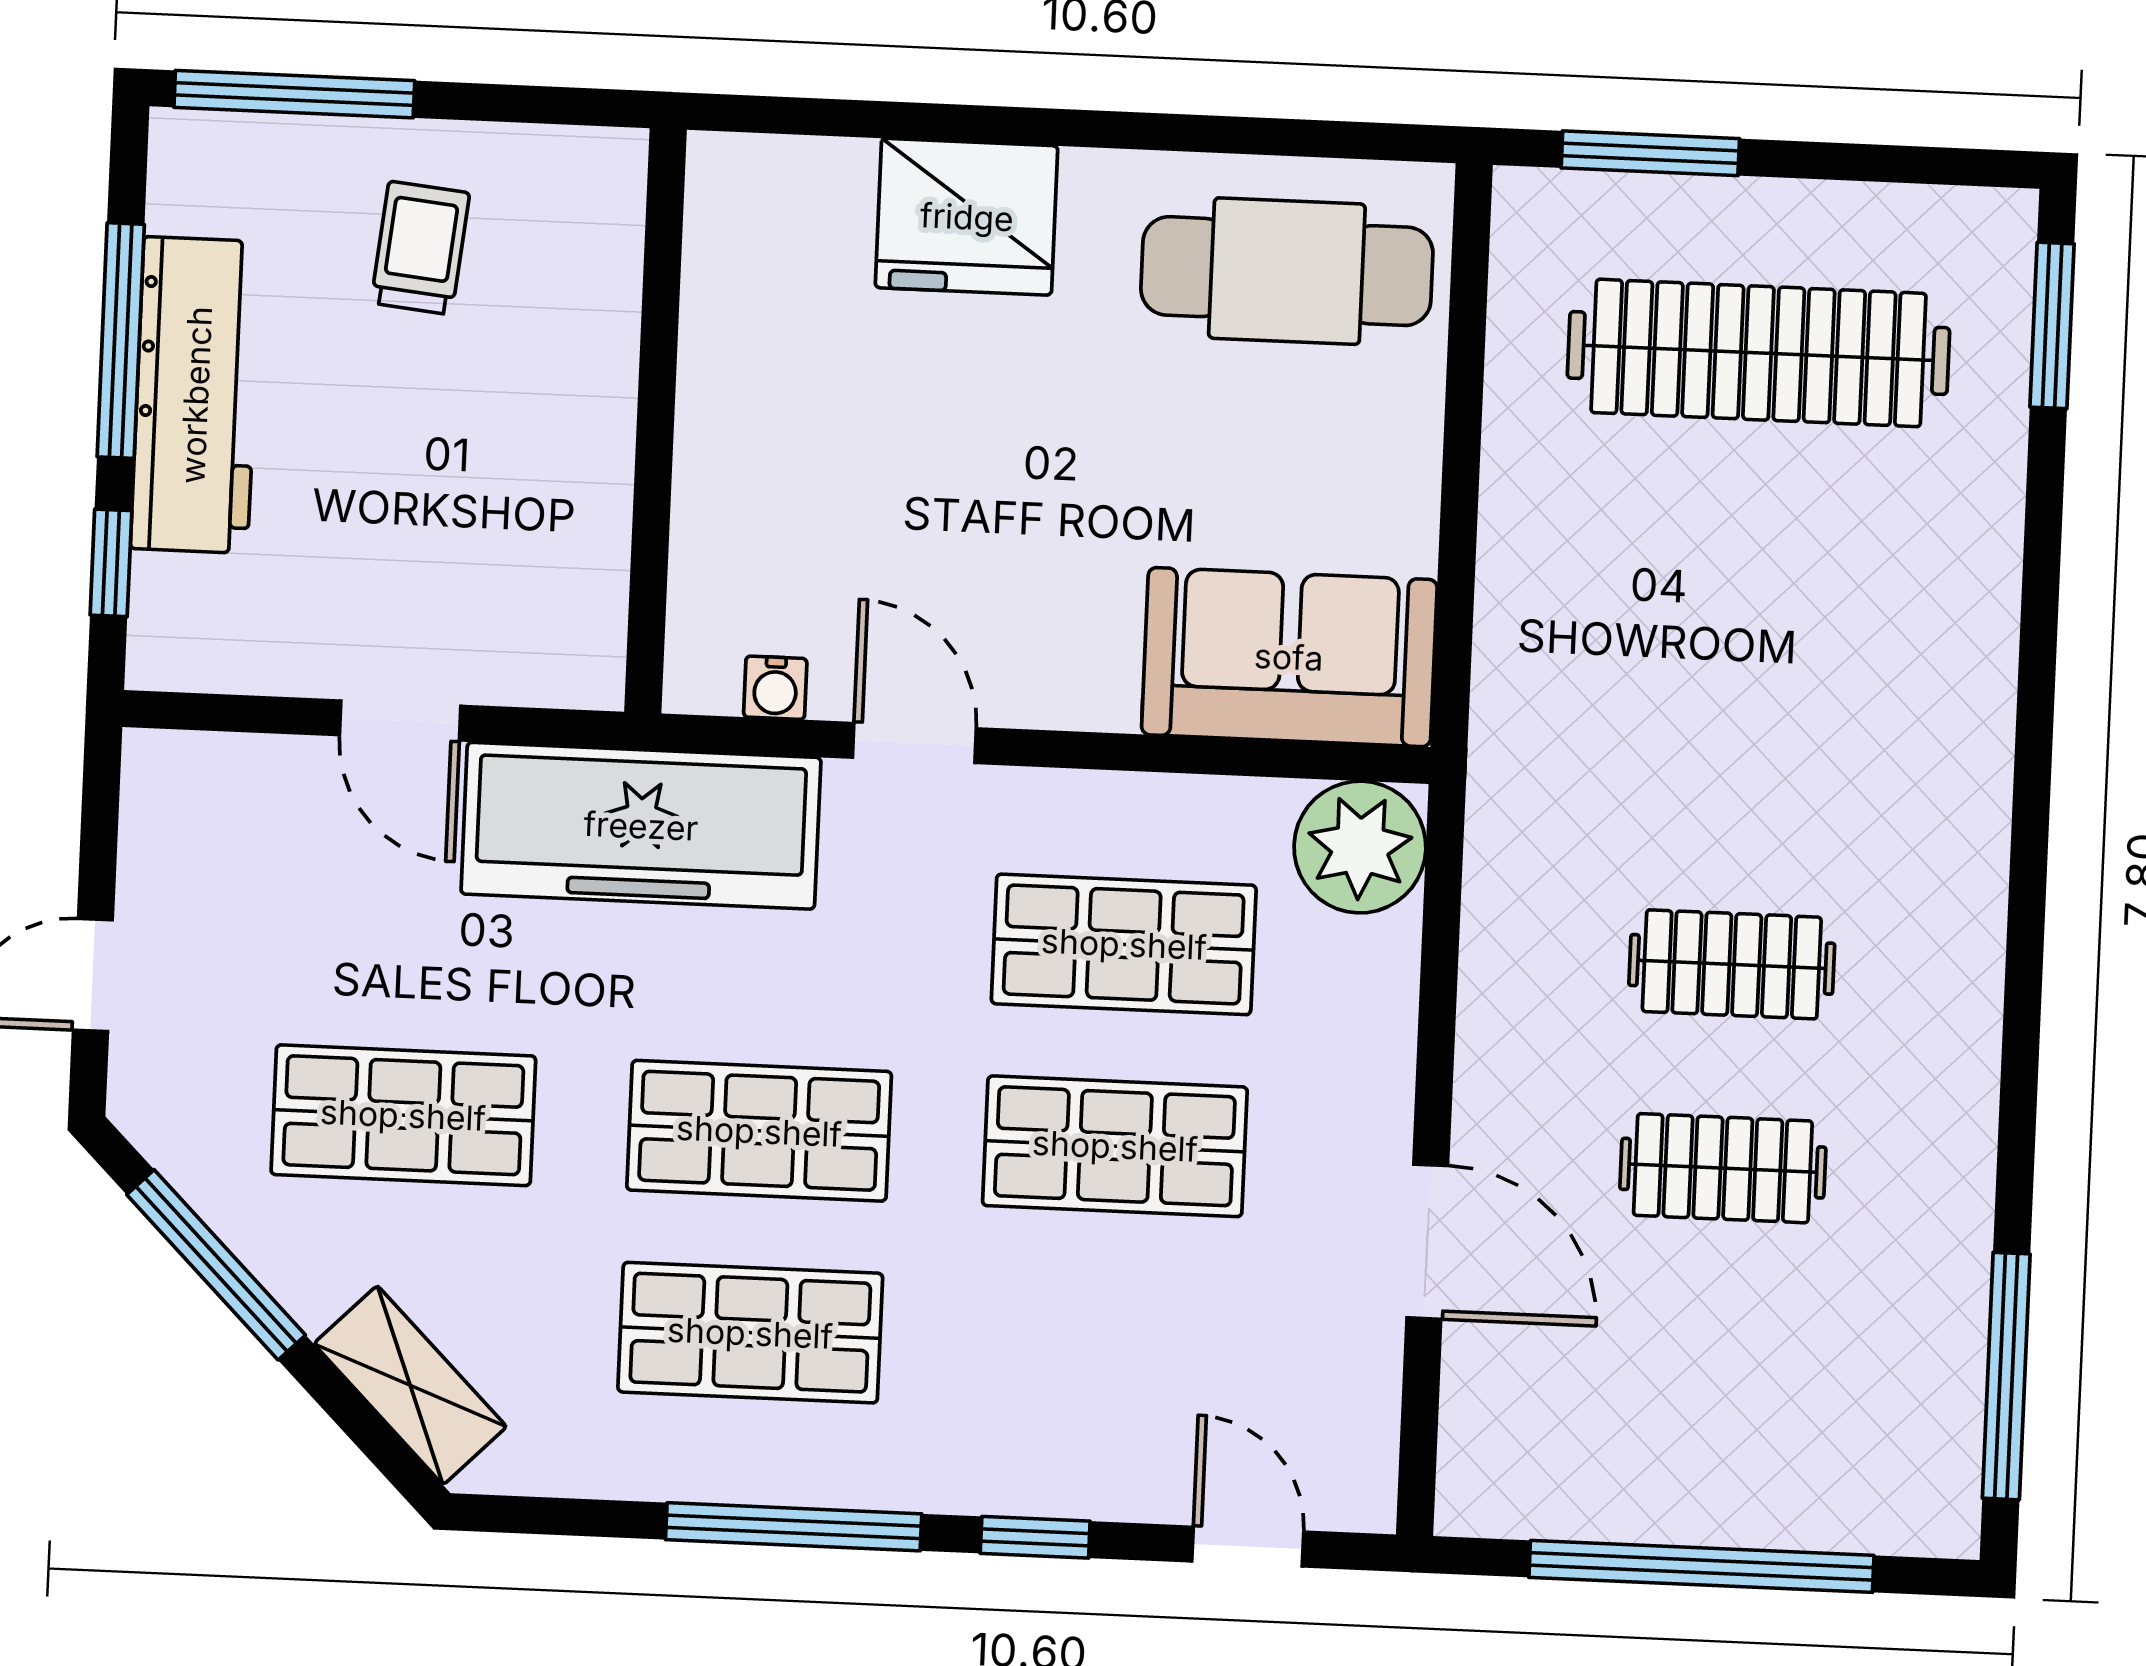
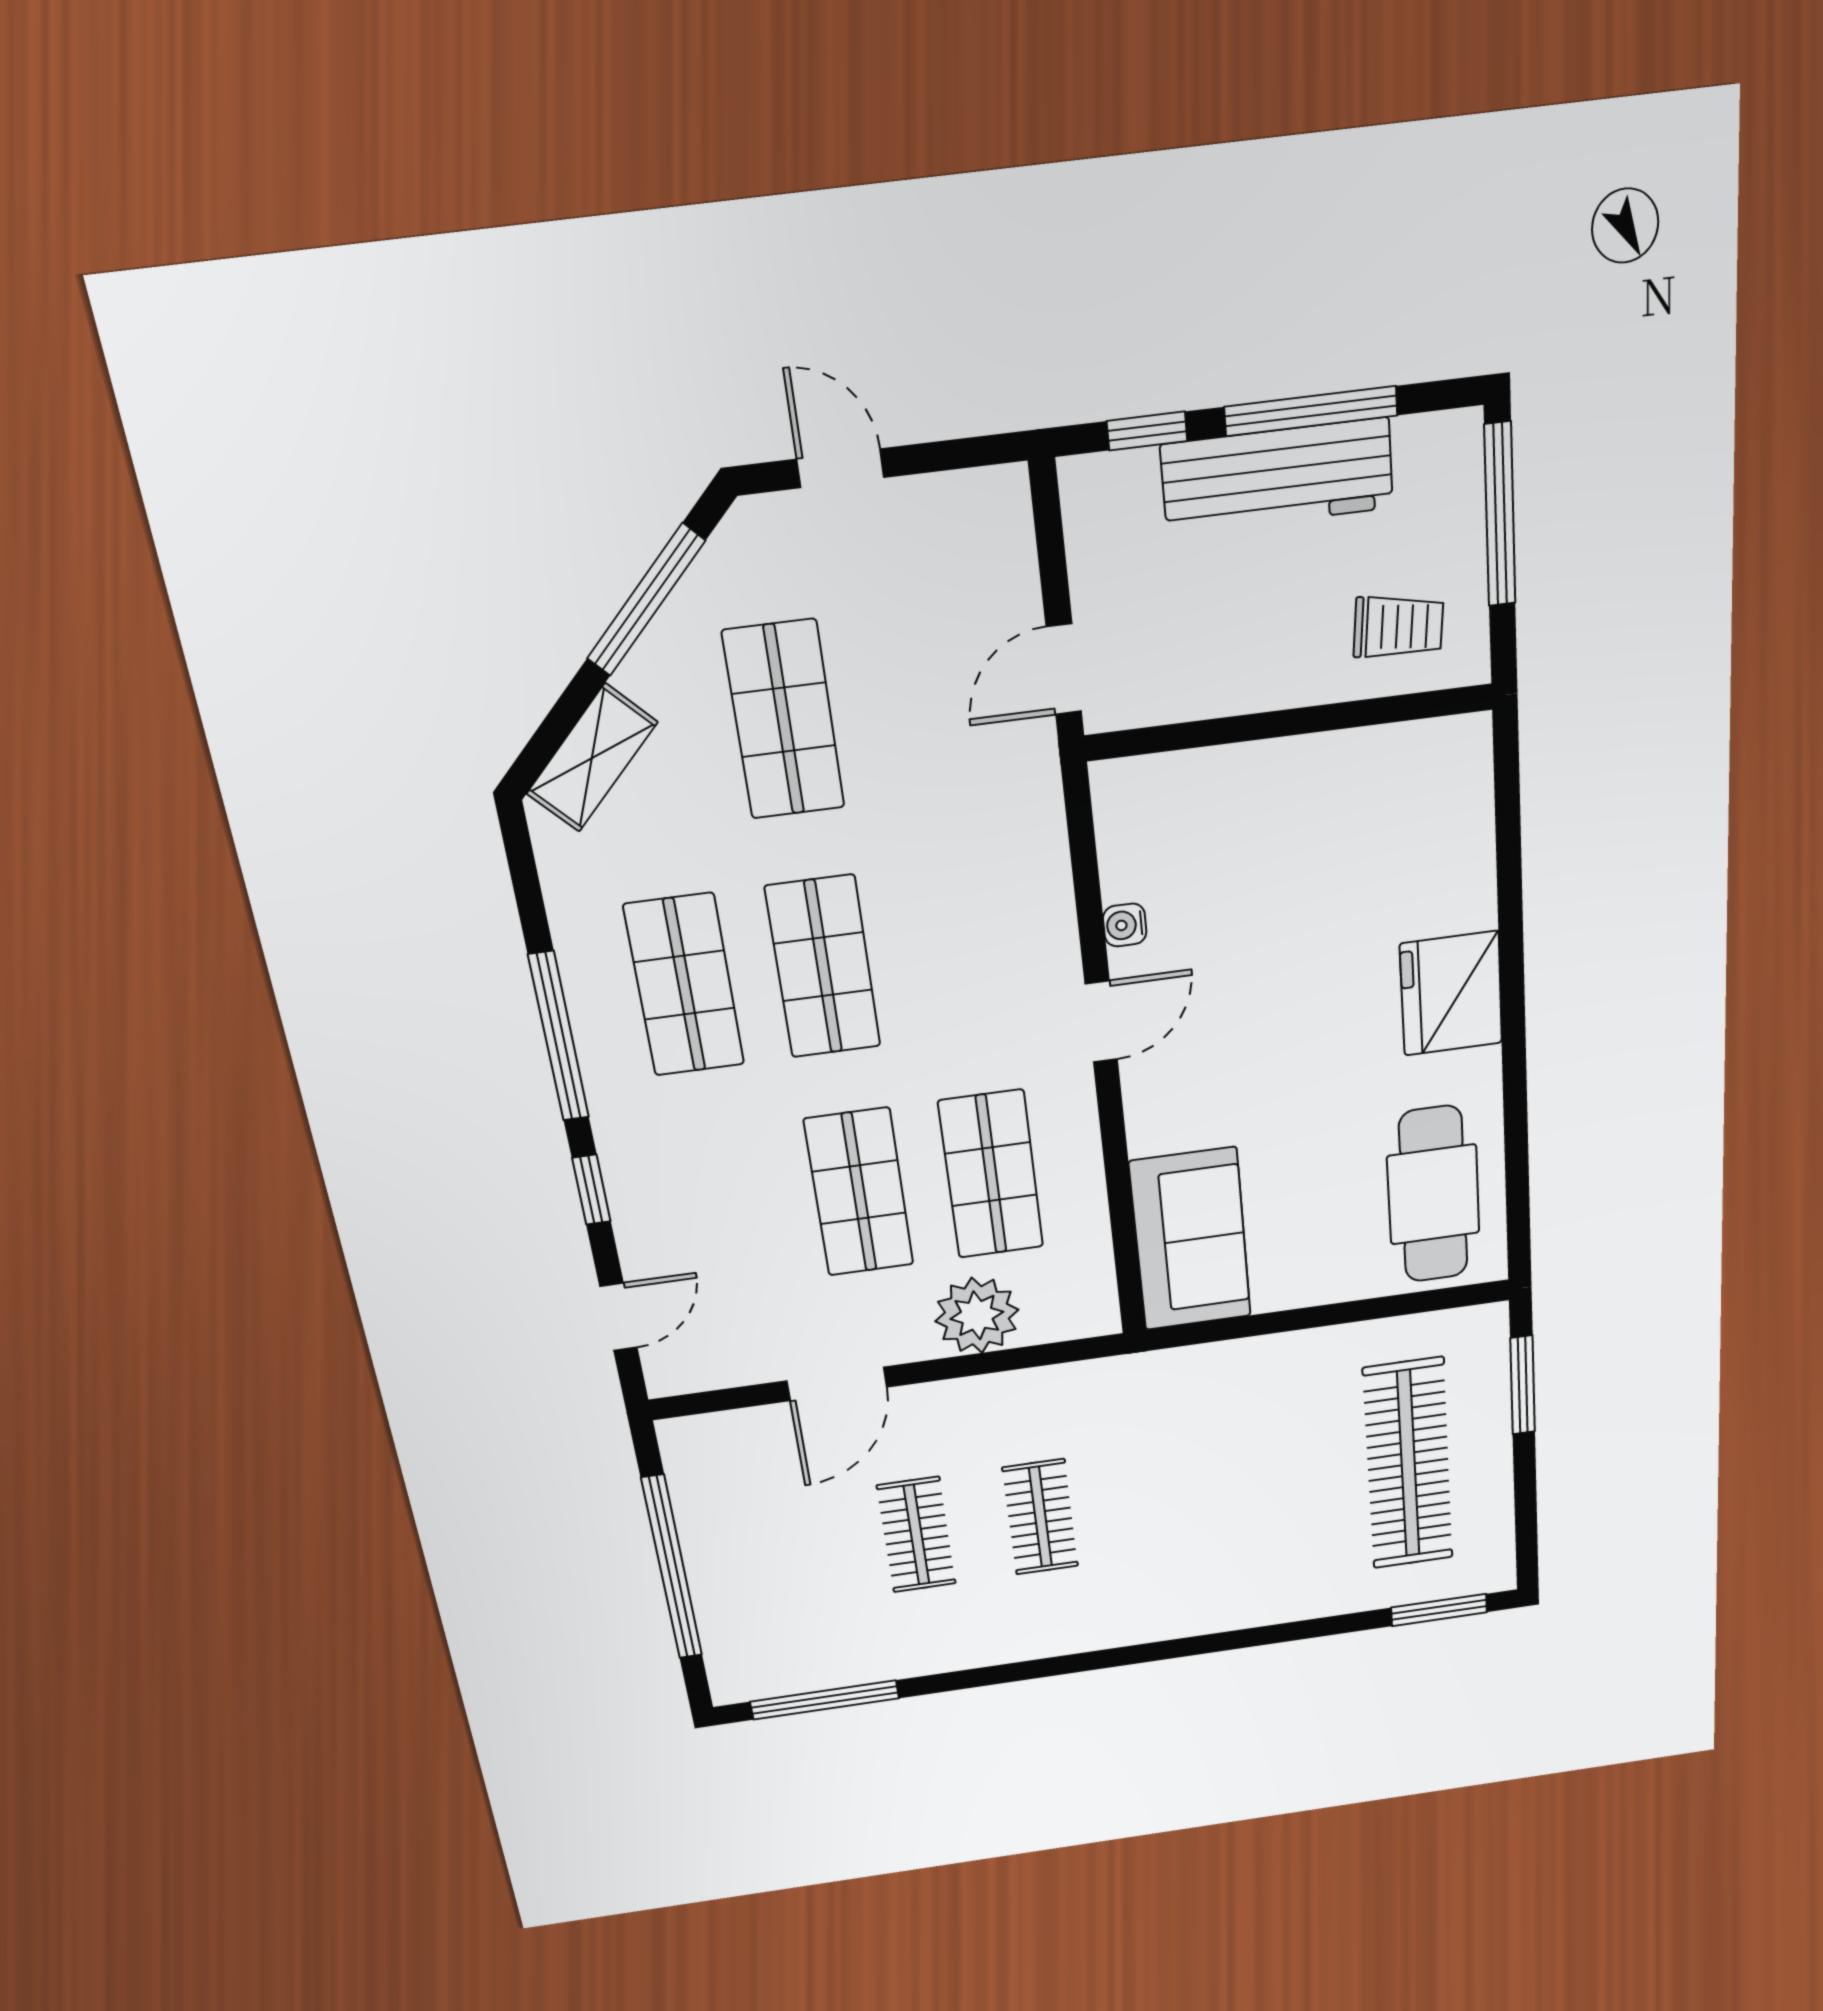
wall: (656, 421) -> (1289, 722), moved
freezer: (641, 826) -> (1017, 851), removed
plant: (1360, 847) -> (977, 1315), moved

